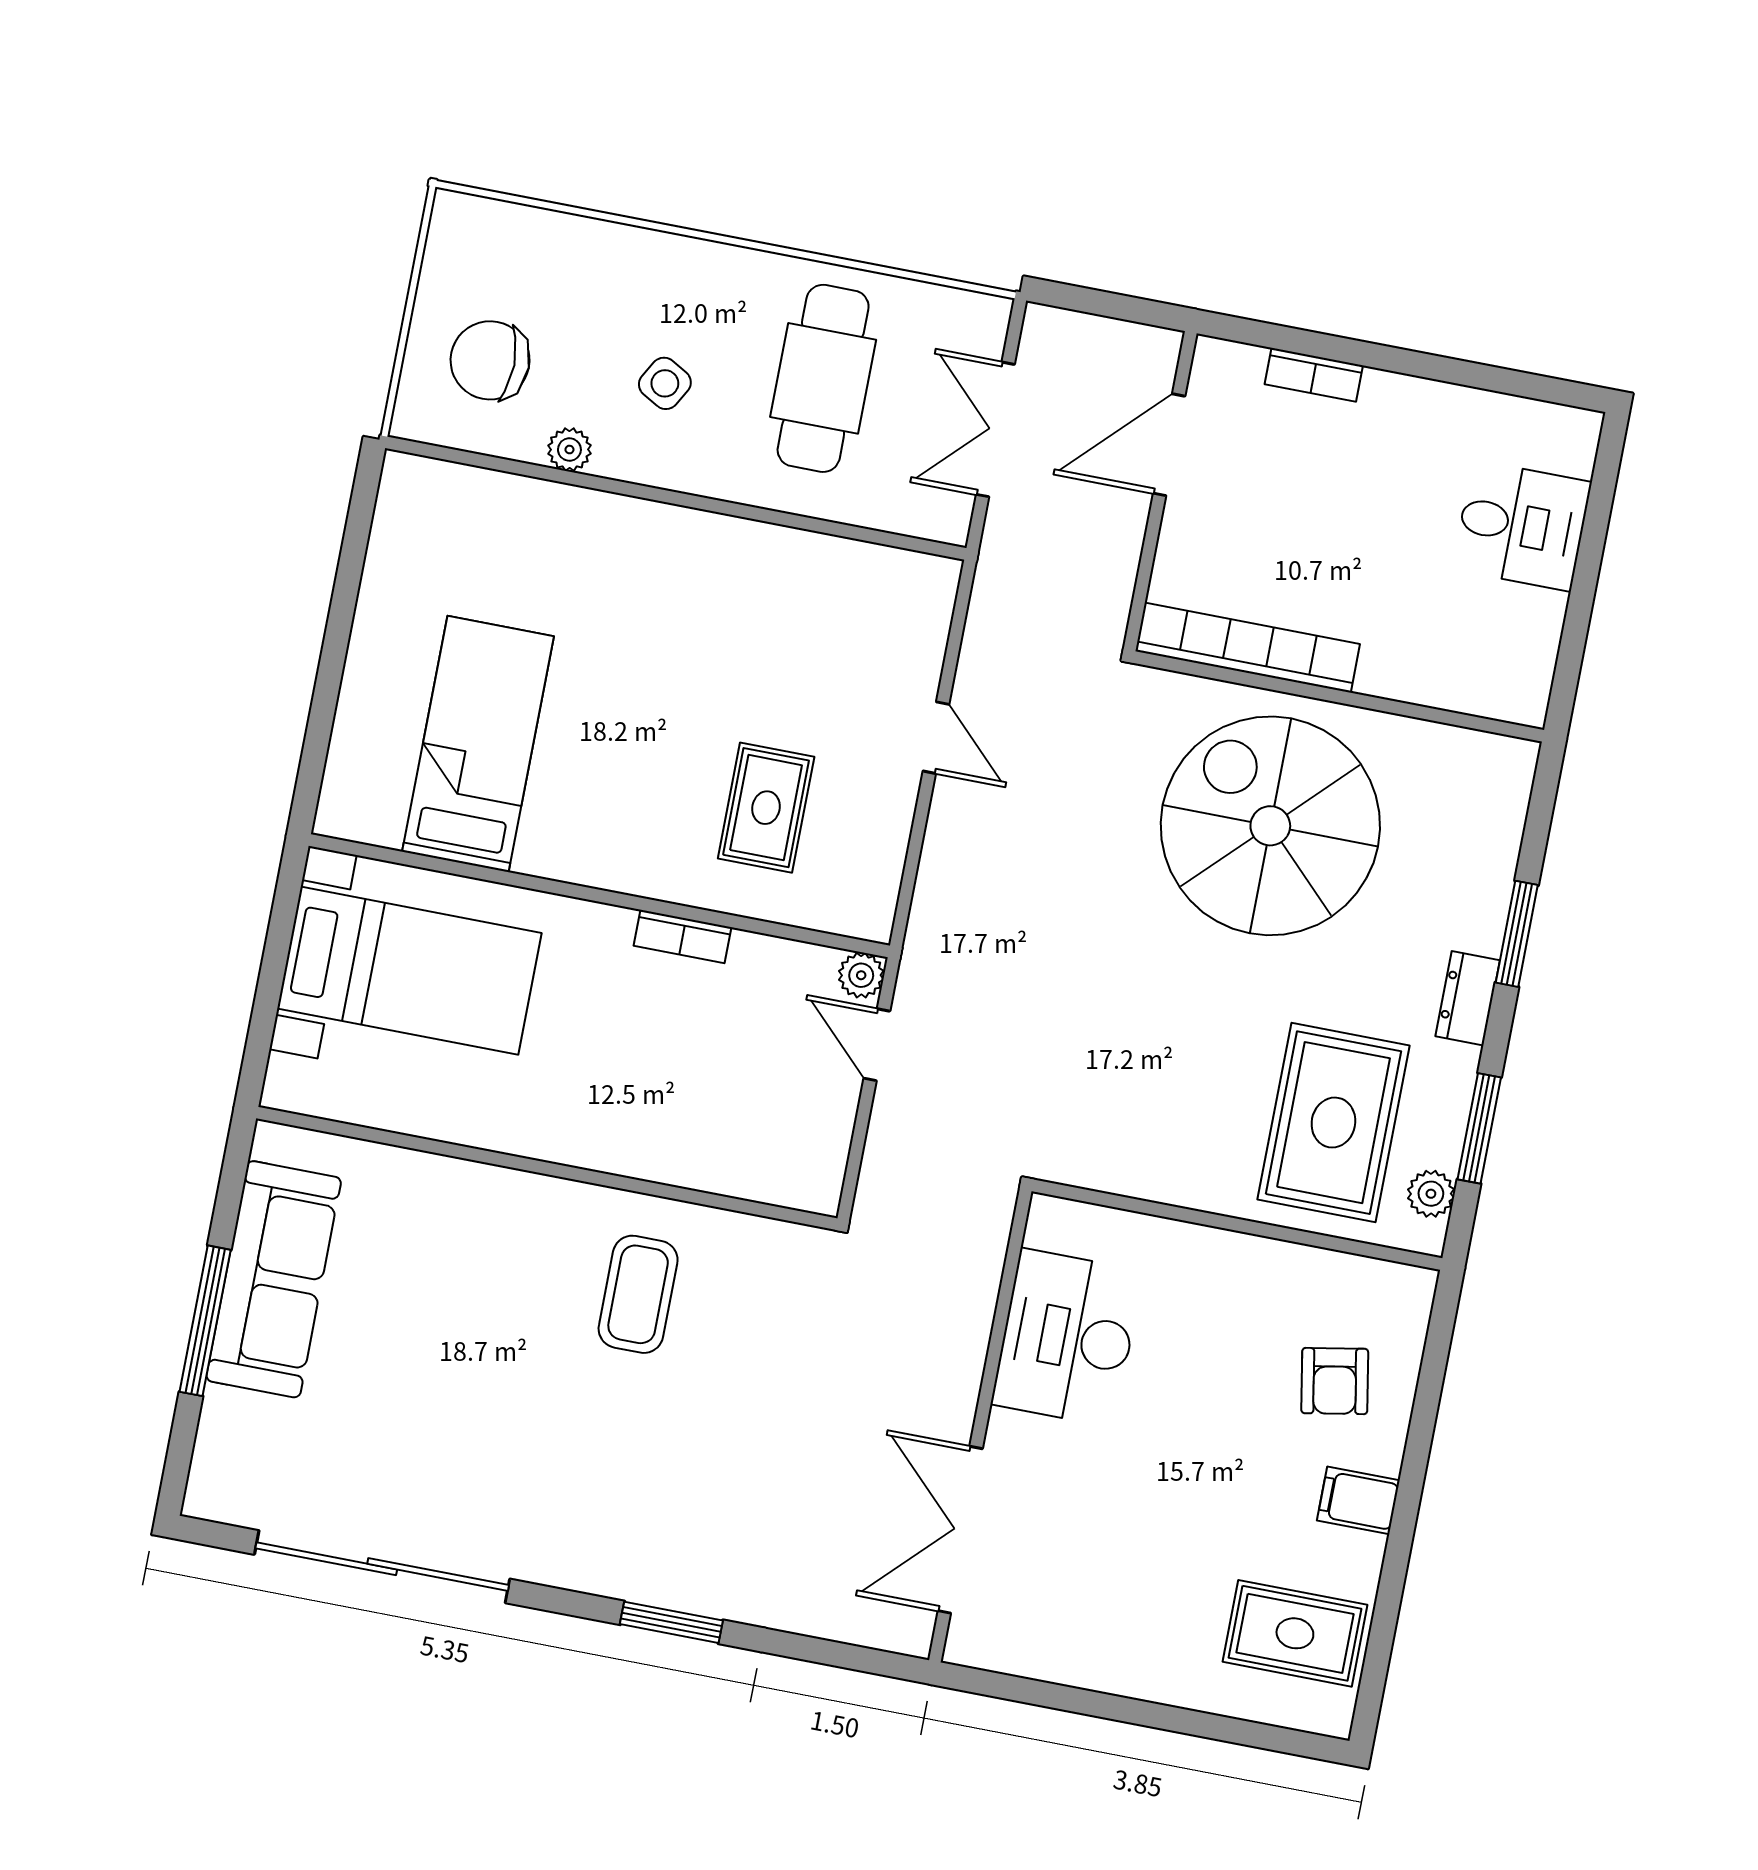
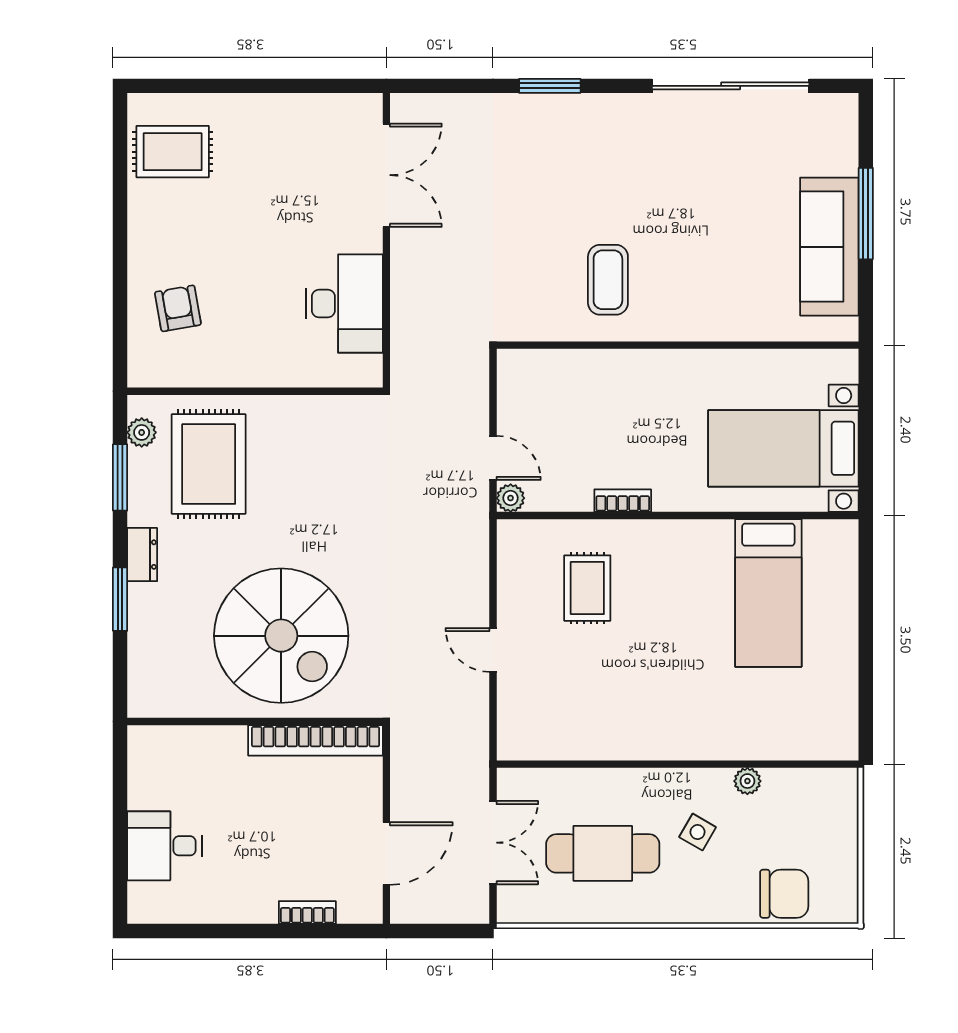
chair: (490, 360) -> (784, 894), moved
cafe table: (823, 378) -> (603, 853), turned 90
filing cabinet: (1358, 1500) -> (150, 239), removed

